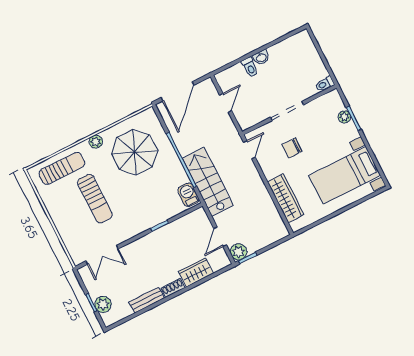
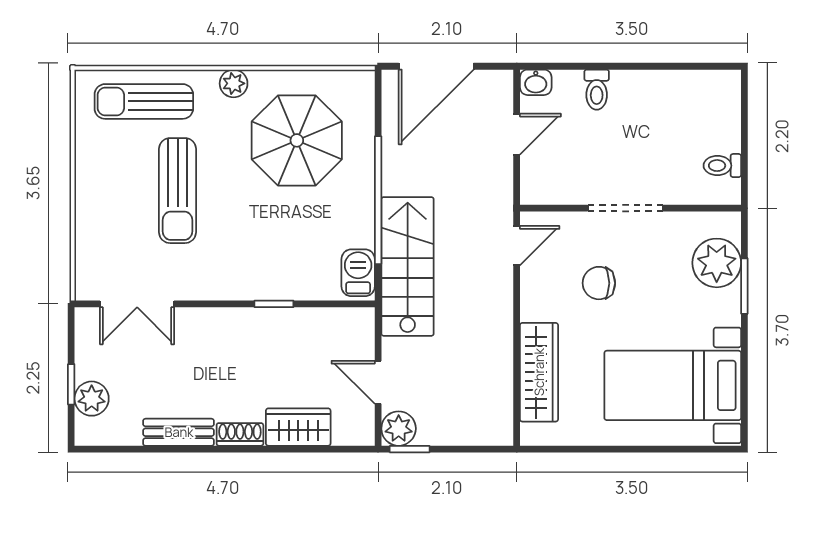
washbasin: (261, 58) -> (536, 82), moved
toilet: (325, 84) -> (722, 166), moved
plant: (344, 117) -> (717, 263), width x1.88, depth x1.88
sun lounger: (62, 168) -> (144, 101), turned 180
door: (220, 237) -> (378, 382), hinge flipped

